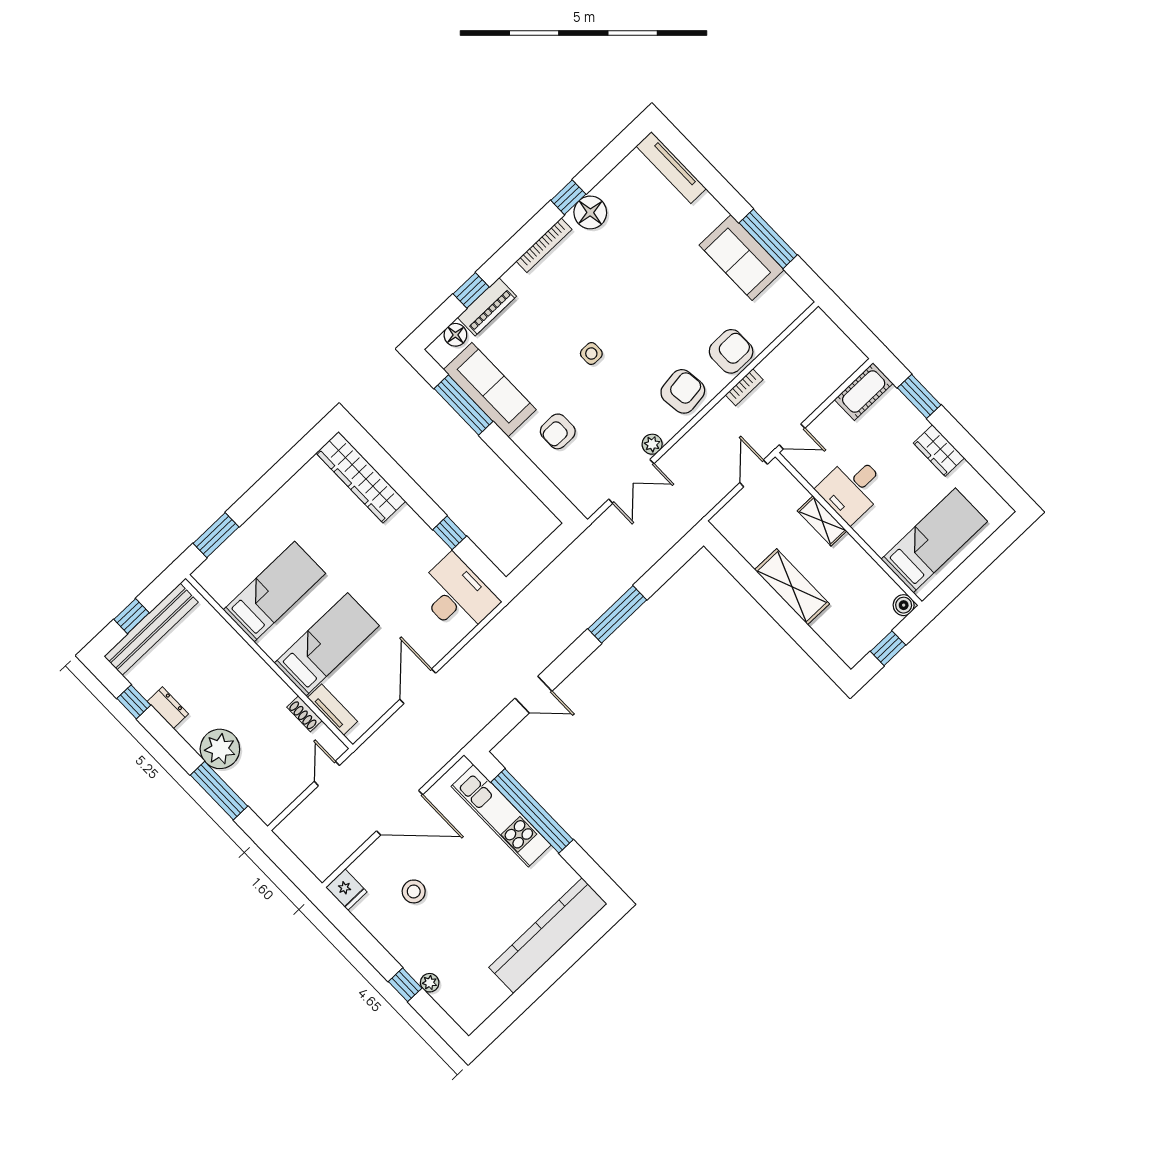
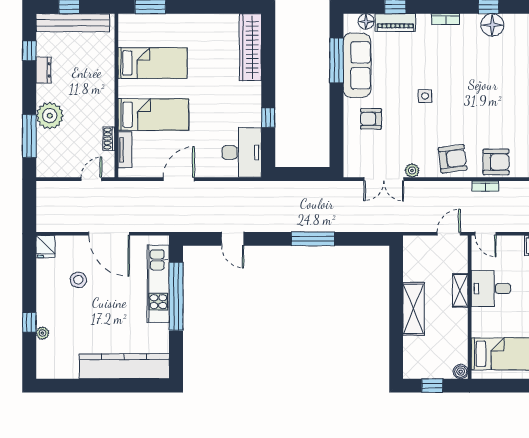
bookcase: (544, 245) -> (446, 19), width x0.64

